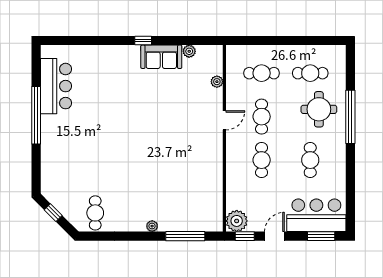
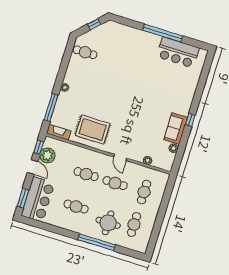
rug: (198, 170) -> (93, 130), added
fireplace: (216, 215) -> (59, 132), added
plant: (237, 221) -> (47, 155), moved

